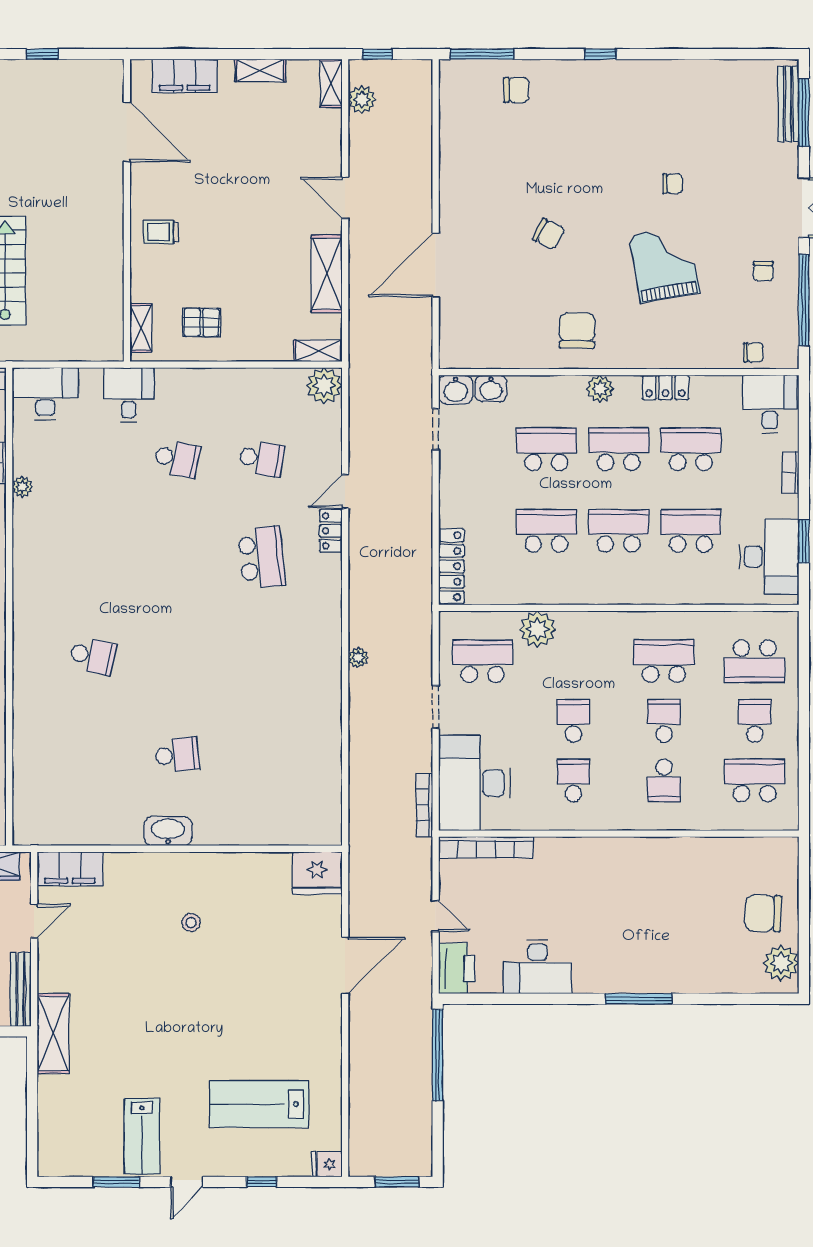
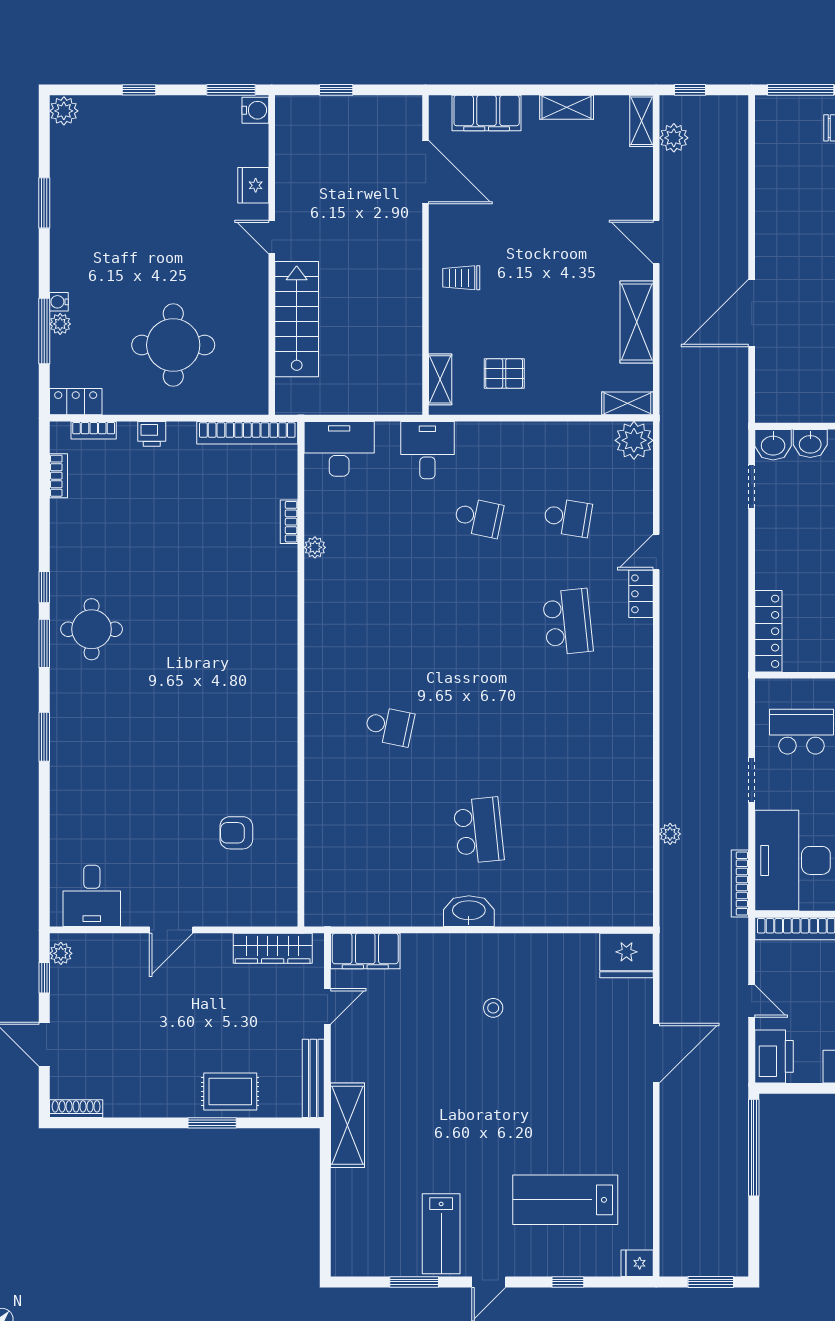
plant: (358, 658) -> (670, 834), moved
school desk: (177, 755) -> (479, 830), width x1.85

